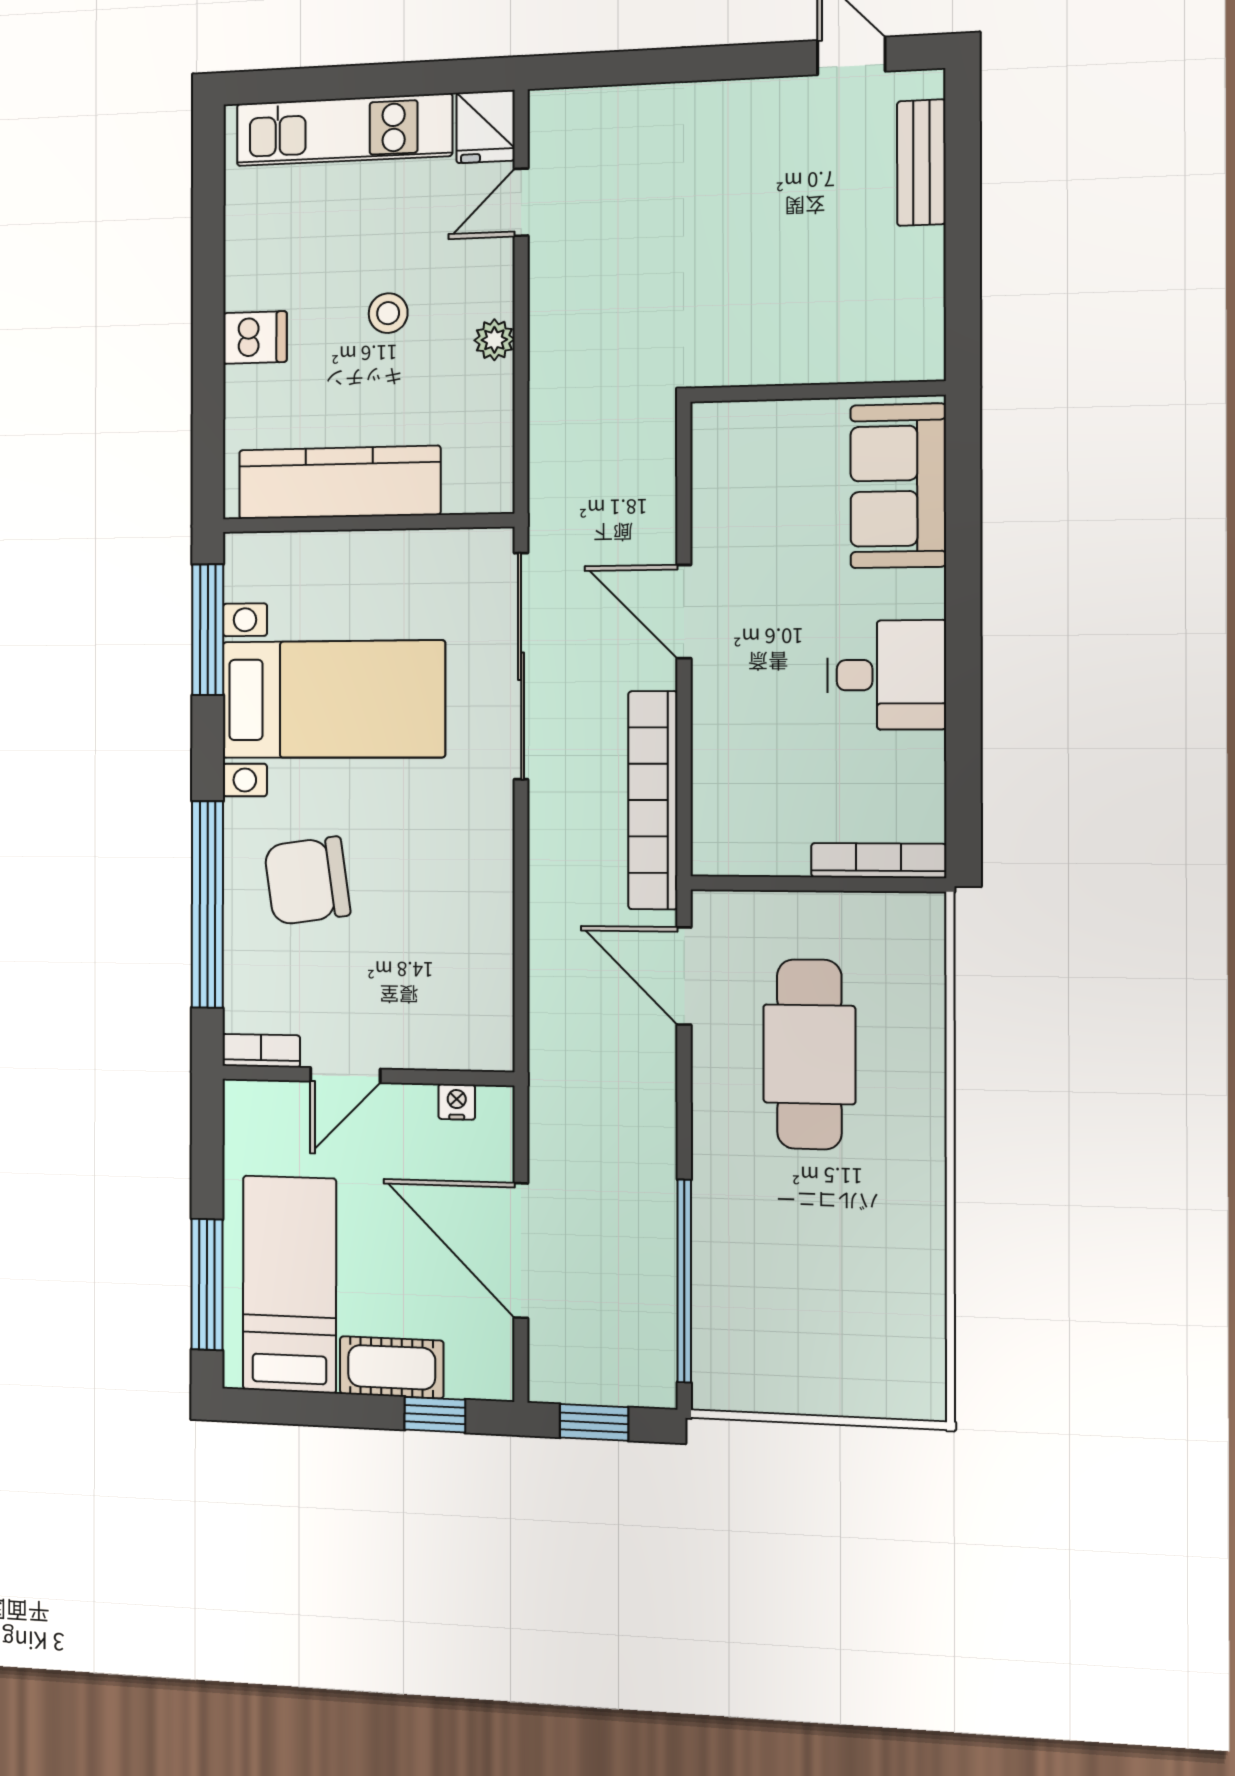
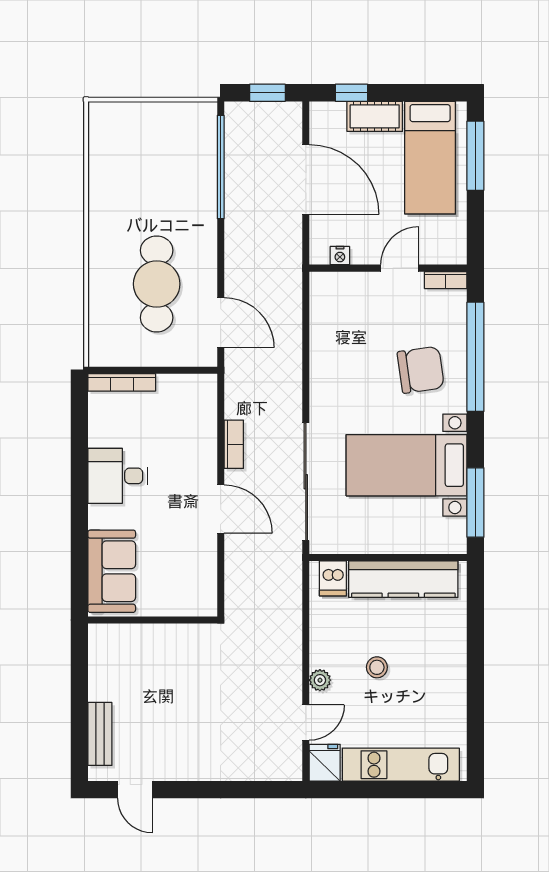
dishwasher: (255, 338) -> (333, 578), moved, turned -90
plant: (494, 340) -> (320, 680), moved
bookcase: (653, 800) -> (234, 444), width x0.43, depth x0.76

